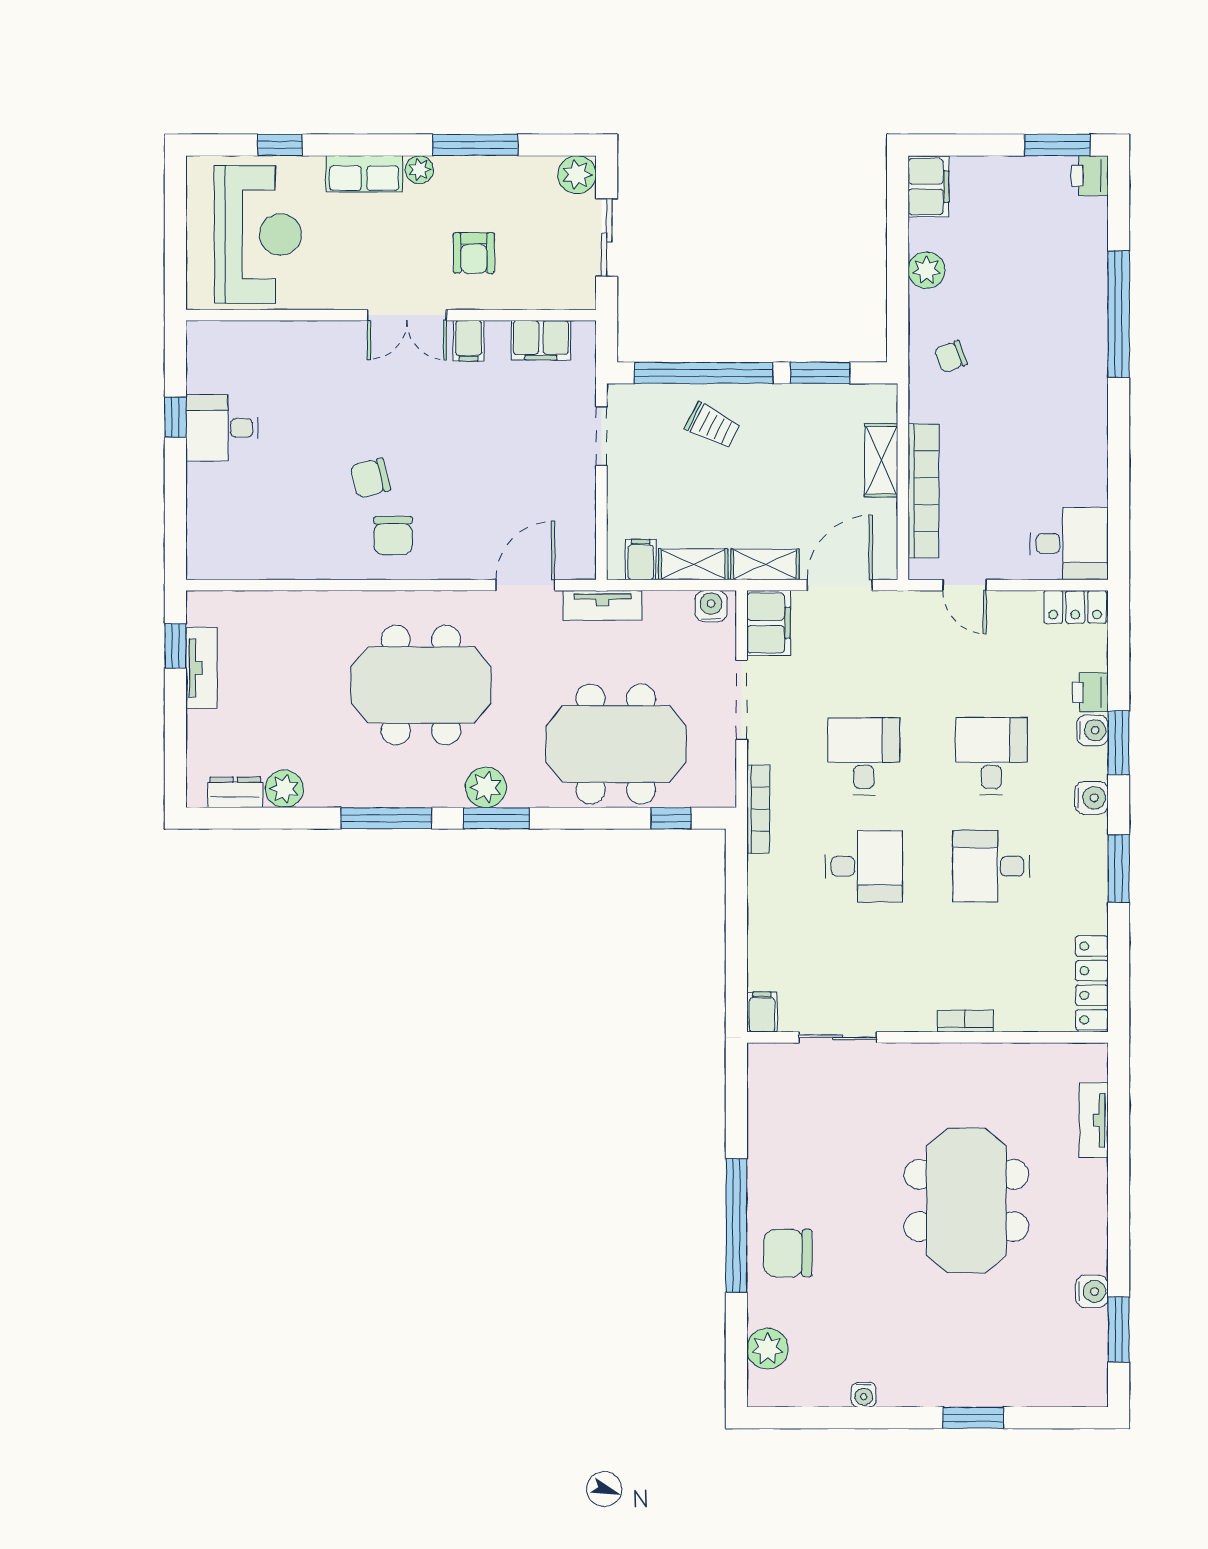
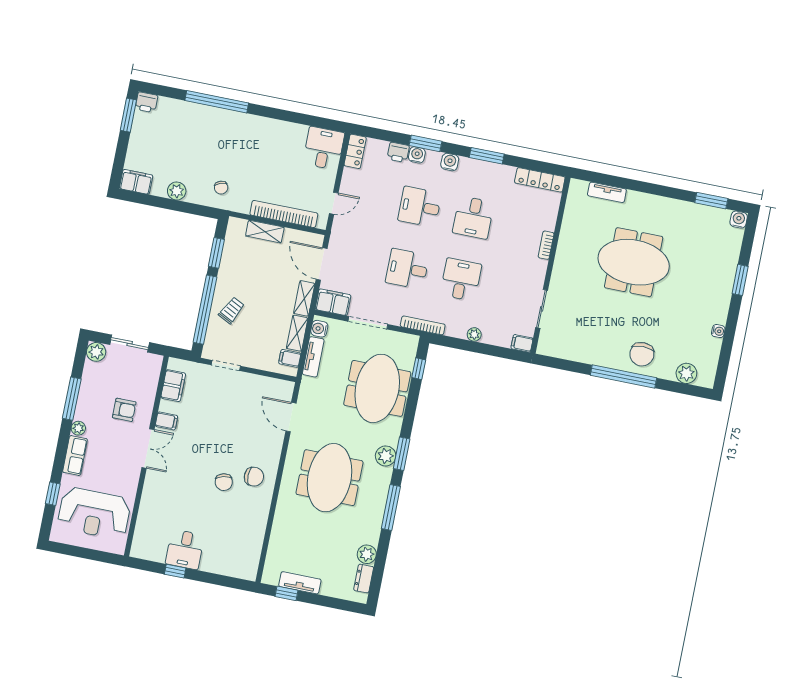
reception desk: (258, 234) -> (94, 513), turned 180
tv unit: (603, 605) -> (313, 357), moved
plant: (761, 914) -> (474, 334), added
water cooler: (1092, 1291) -> (739, 220), moved

